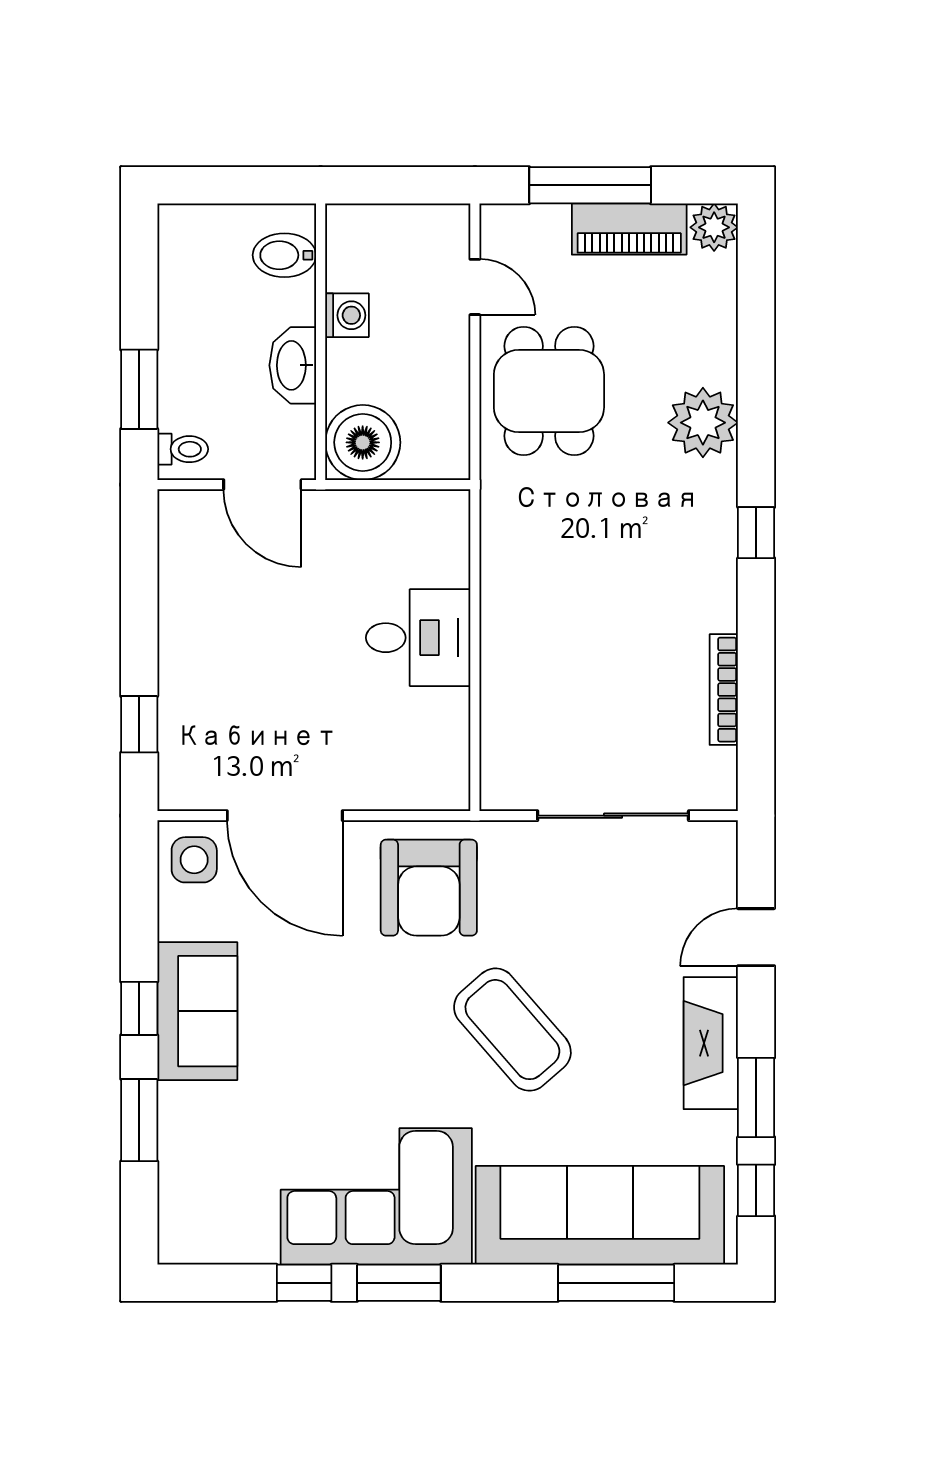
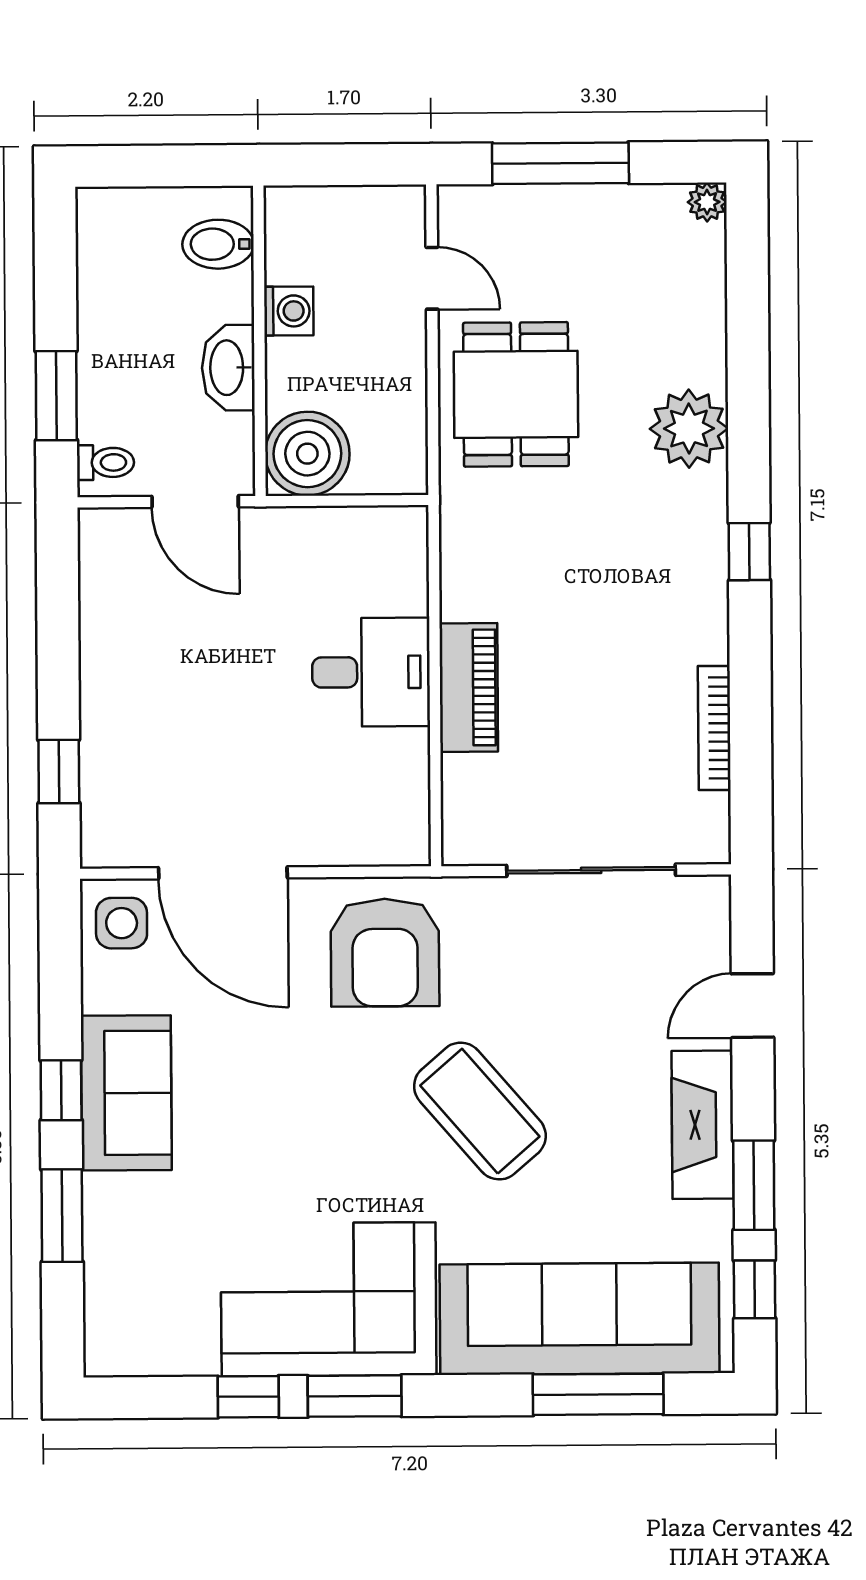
plant: (714, 227) -> (707, 202), width x0.73, depth x0.73
piano: (629, 229) -> (469, 688), moved, turned -90

